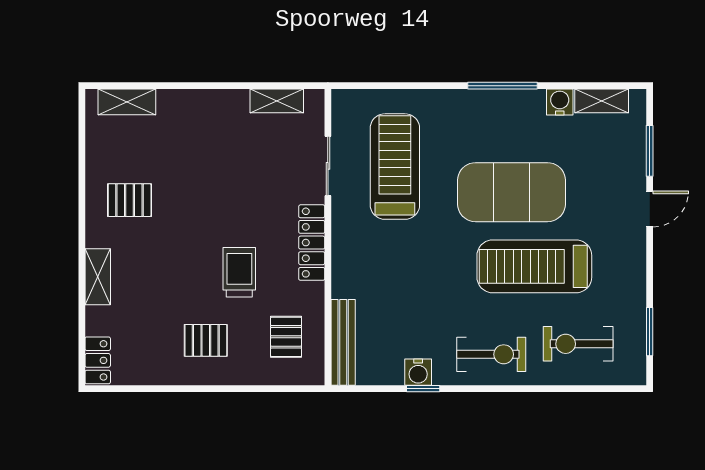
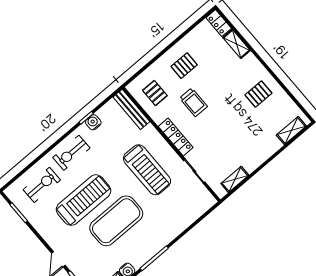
treadmill: (395, 167) -> (147, 170), moved
shelving: (98, 277) -> (237, 44), moved

